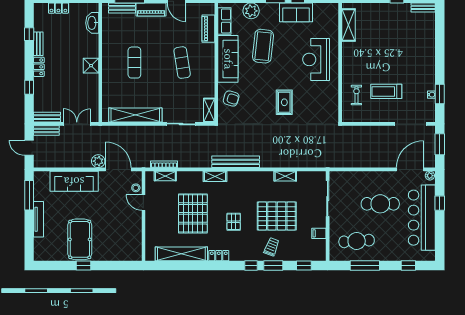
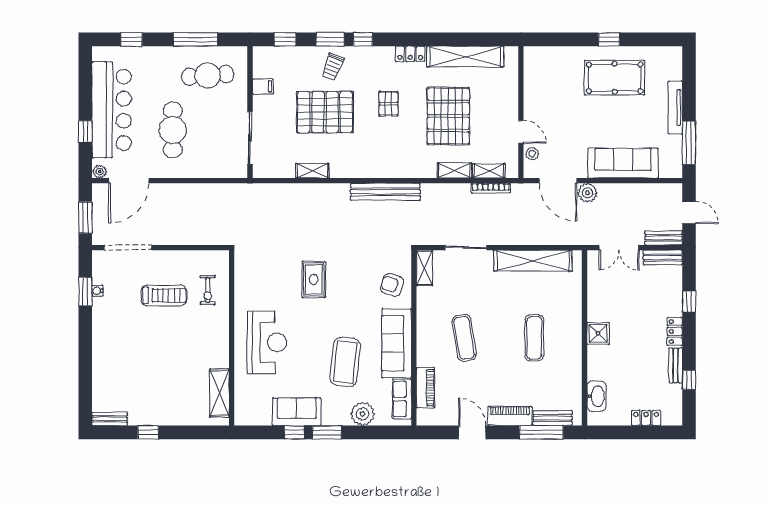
shelving: (215, 176) -> (454, 170), moved
cafe table: (380, 204) -> (173, 130), turned 90
pool table: (80, 239) -> (615, 78), turned 90

